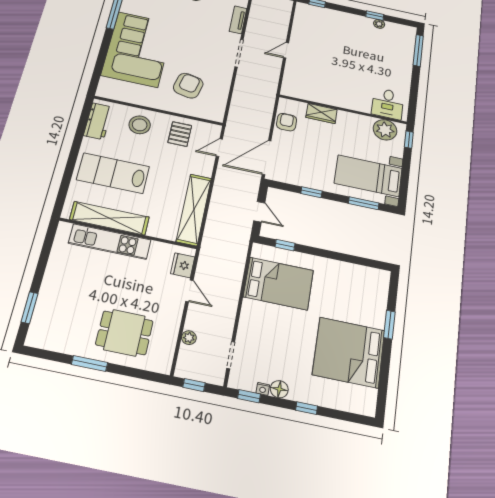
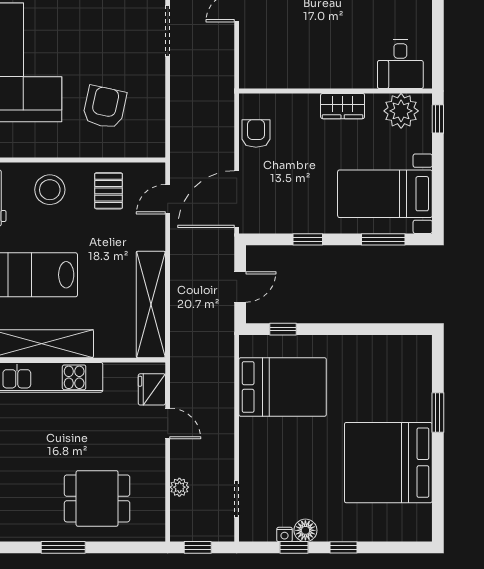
wardrobe: (321, 113) -> (343, 106), moved
door: (259, 212) -> (240, 287), hinge flipped
window: (249, 396) -> (294, 547), moved

